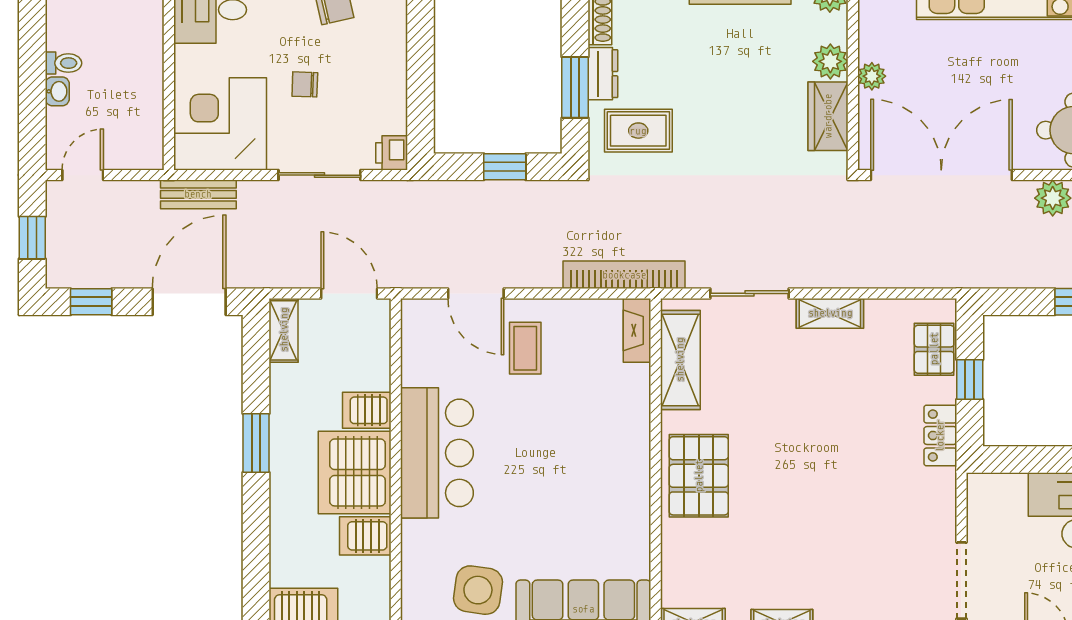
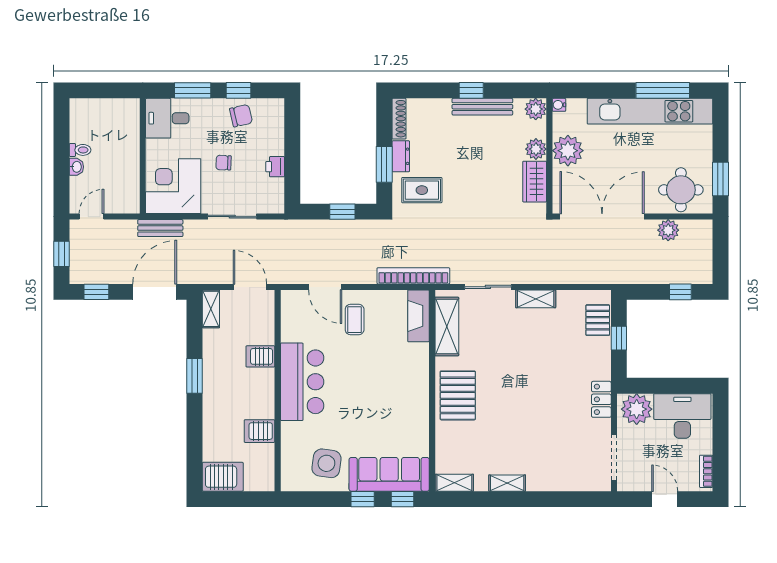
plant: (872, 76) -> (568, 151), width x1.87, depth x1.87
printer: (392, 153) -> (275, 167), moved
fireplace: (637, 330) -> (418, 316), width x1.37, depth x1.32
locker: (940, 436) -> (601, 399), moved
server rack: (355, 472) -> (253, 393), removed
plant: (1000, 499) -> (637, 409), added

